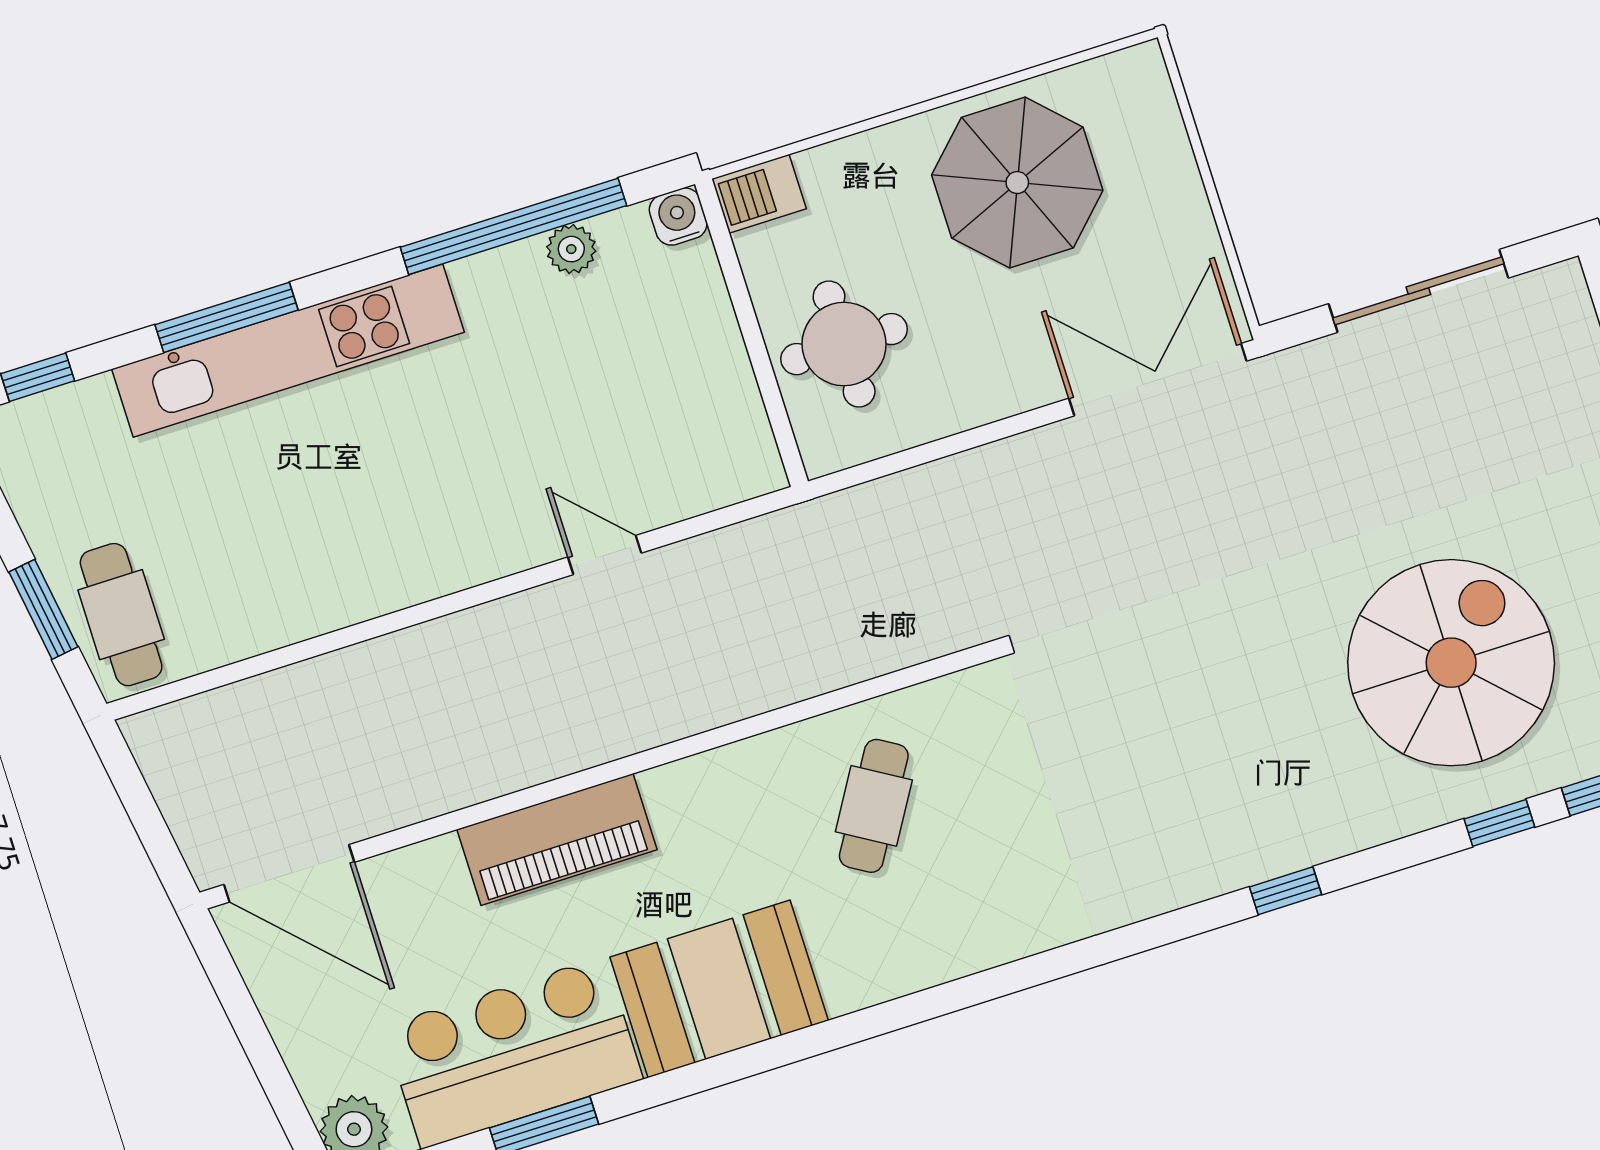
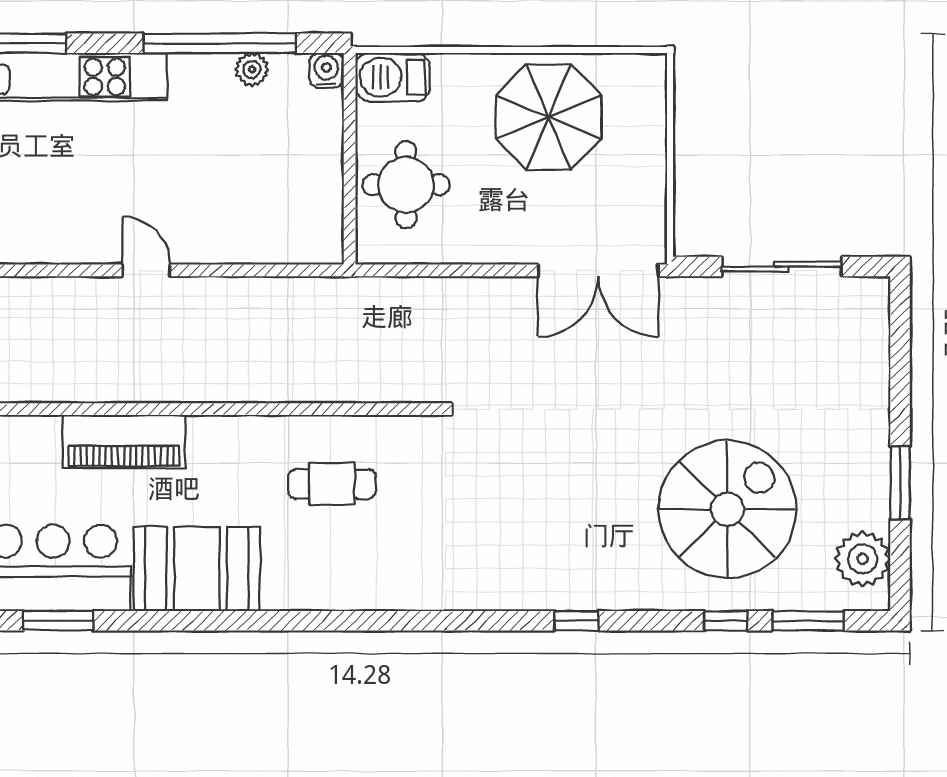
barbecue: (759, 194) -> (392, 77), width x1.38, depth x1.27
double door: (1158, 380) -> (598, 270), swing flipped
door: (605, 555) -> (146, 270), moved
cafe table: (874, 806) -> (332, 484), turned 59

